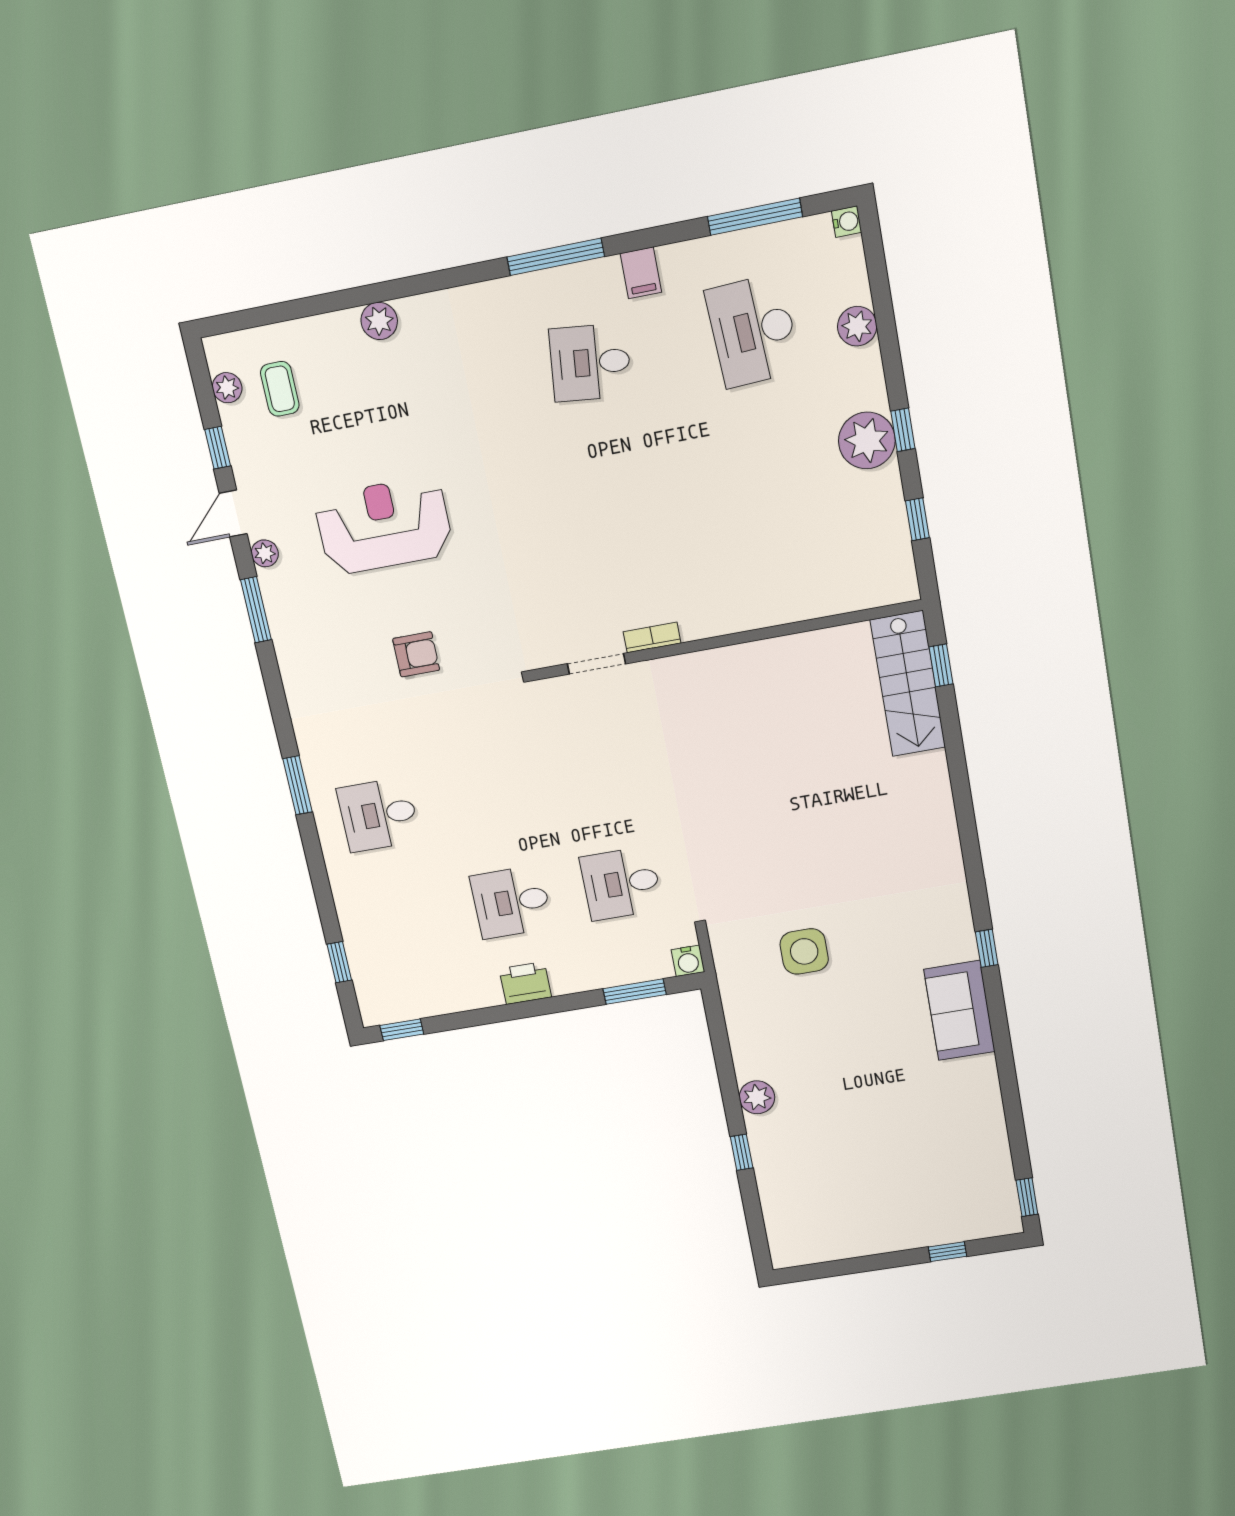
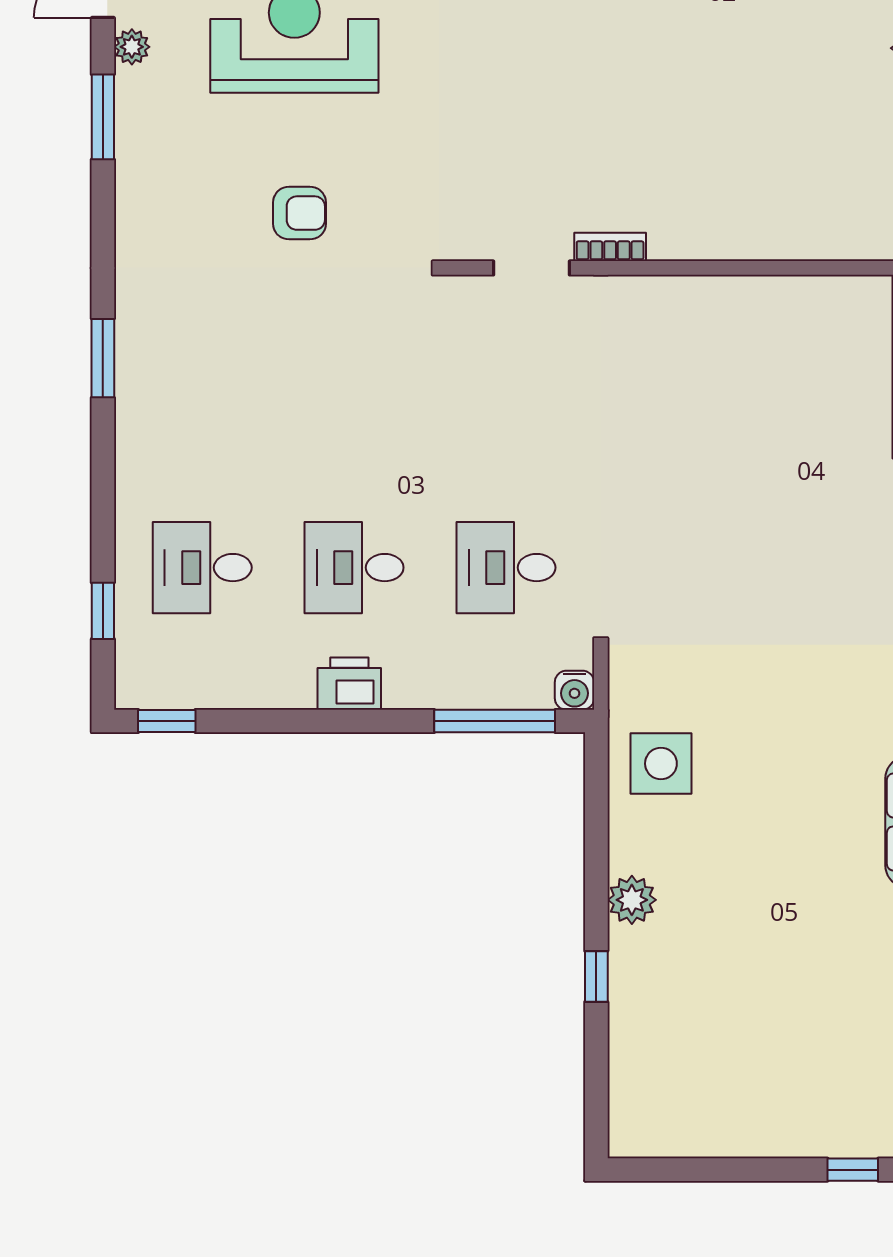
desk: (378, 815) -> (202, 568), moved
side table: (804, 951) -> (661, 764), moved
window: (635, 992) -> (495, 721), width x1.44

